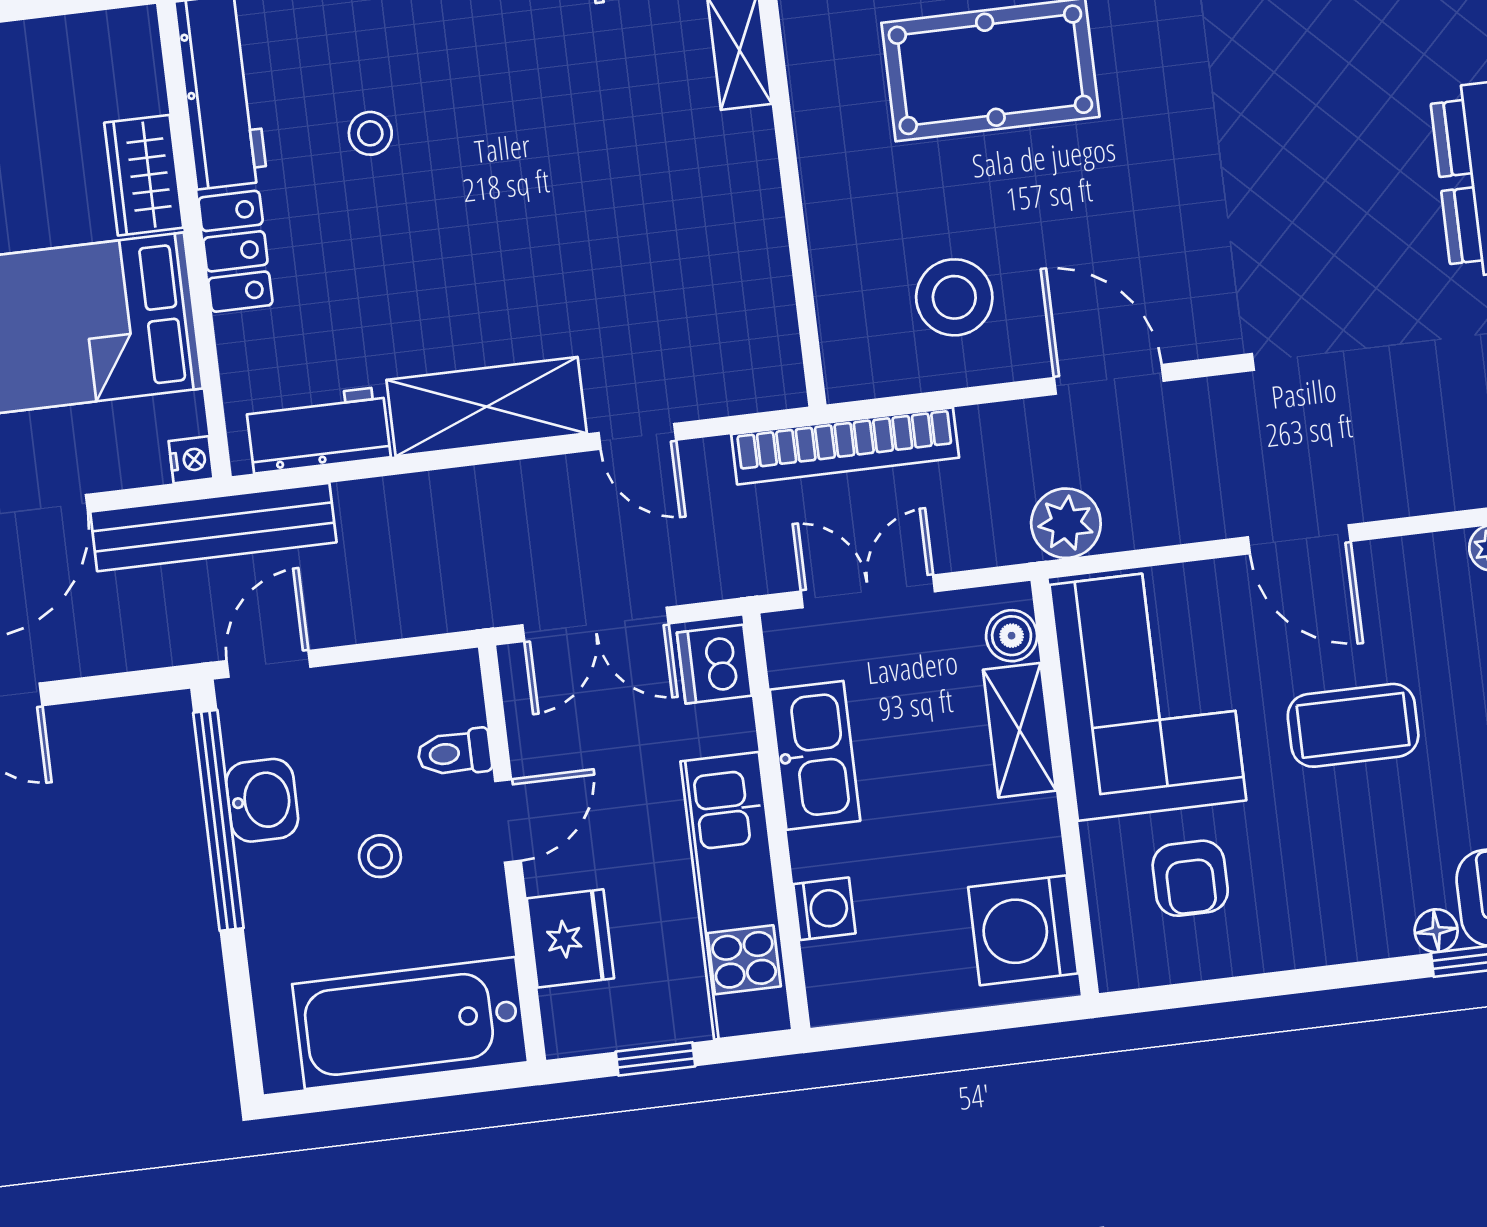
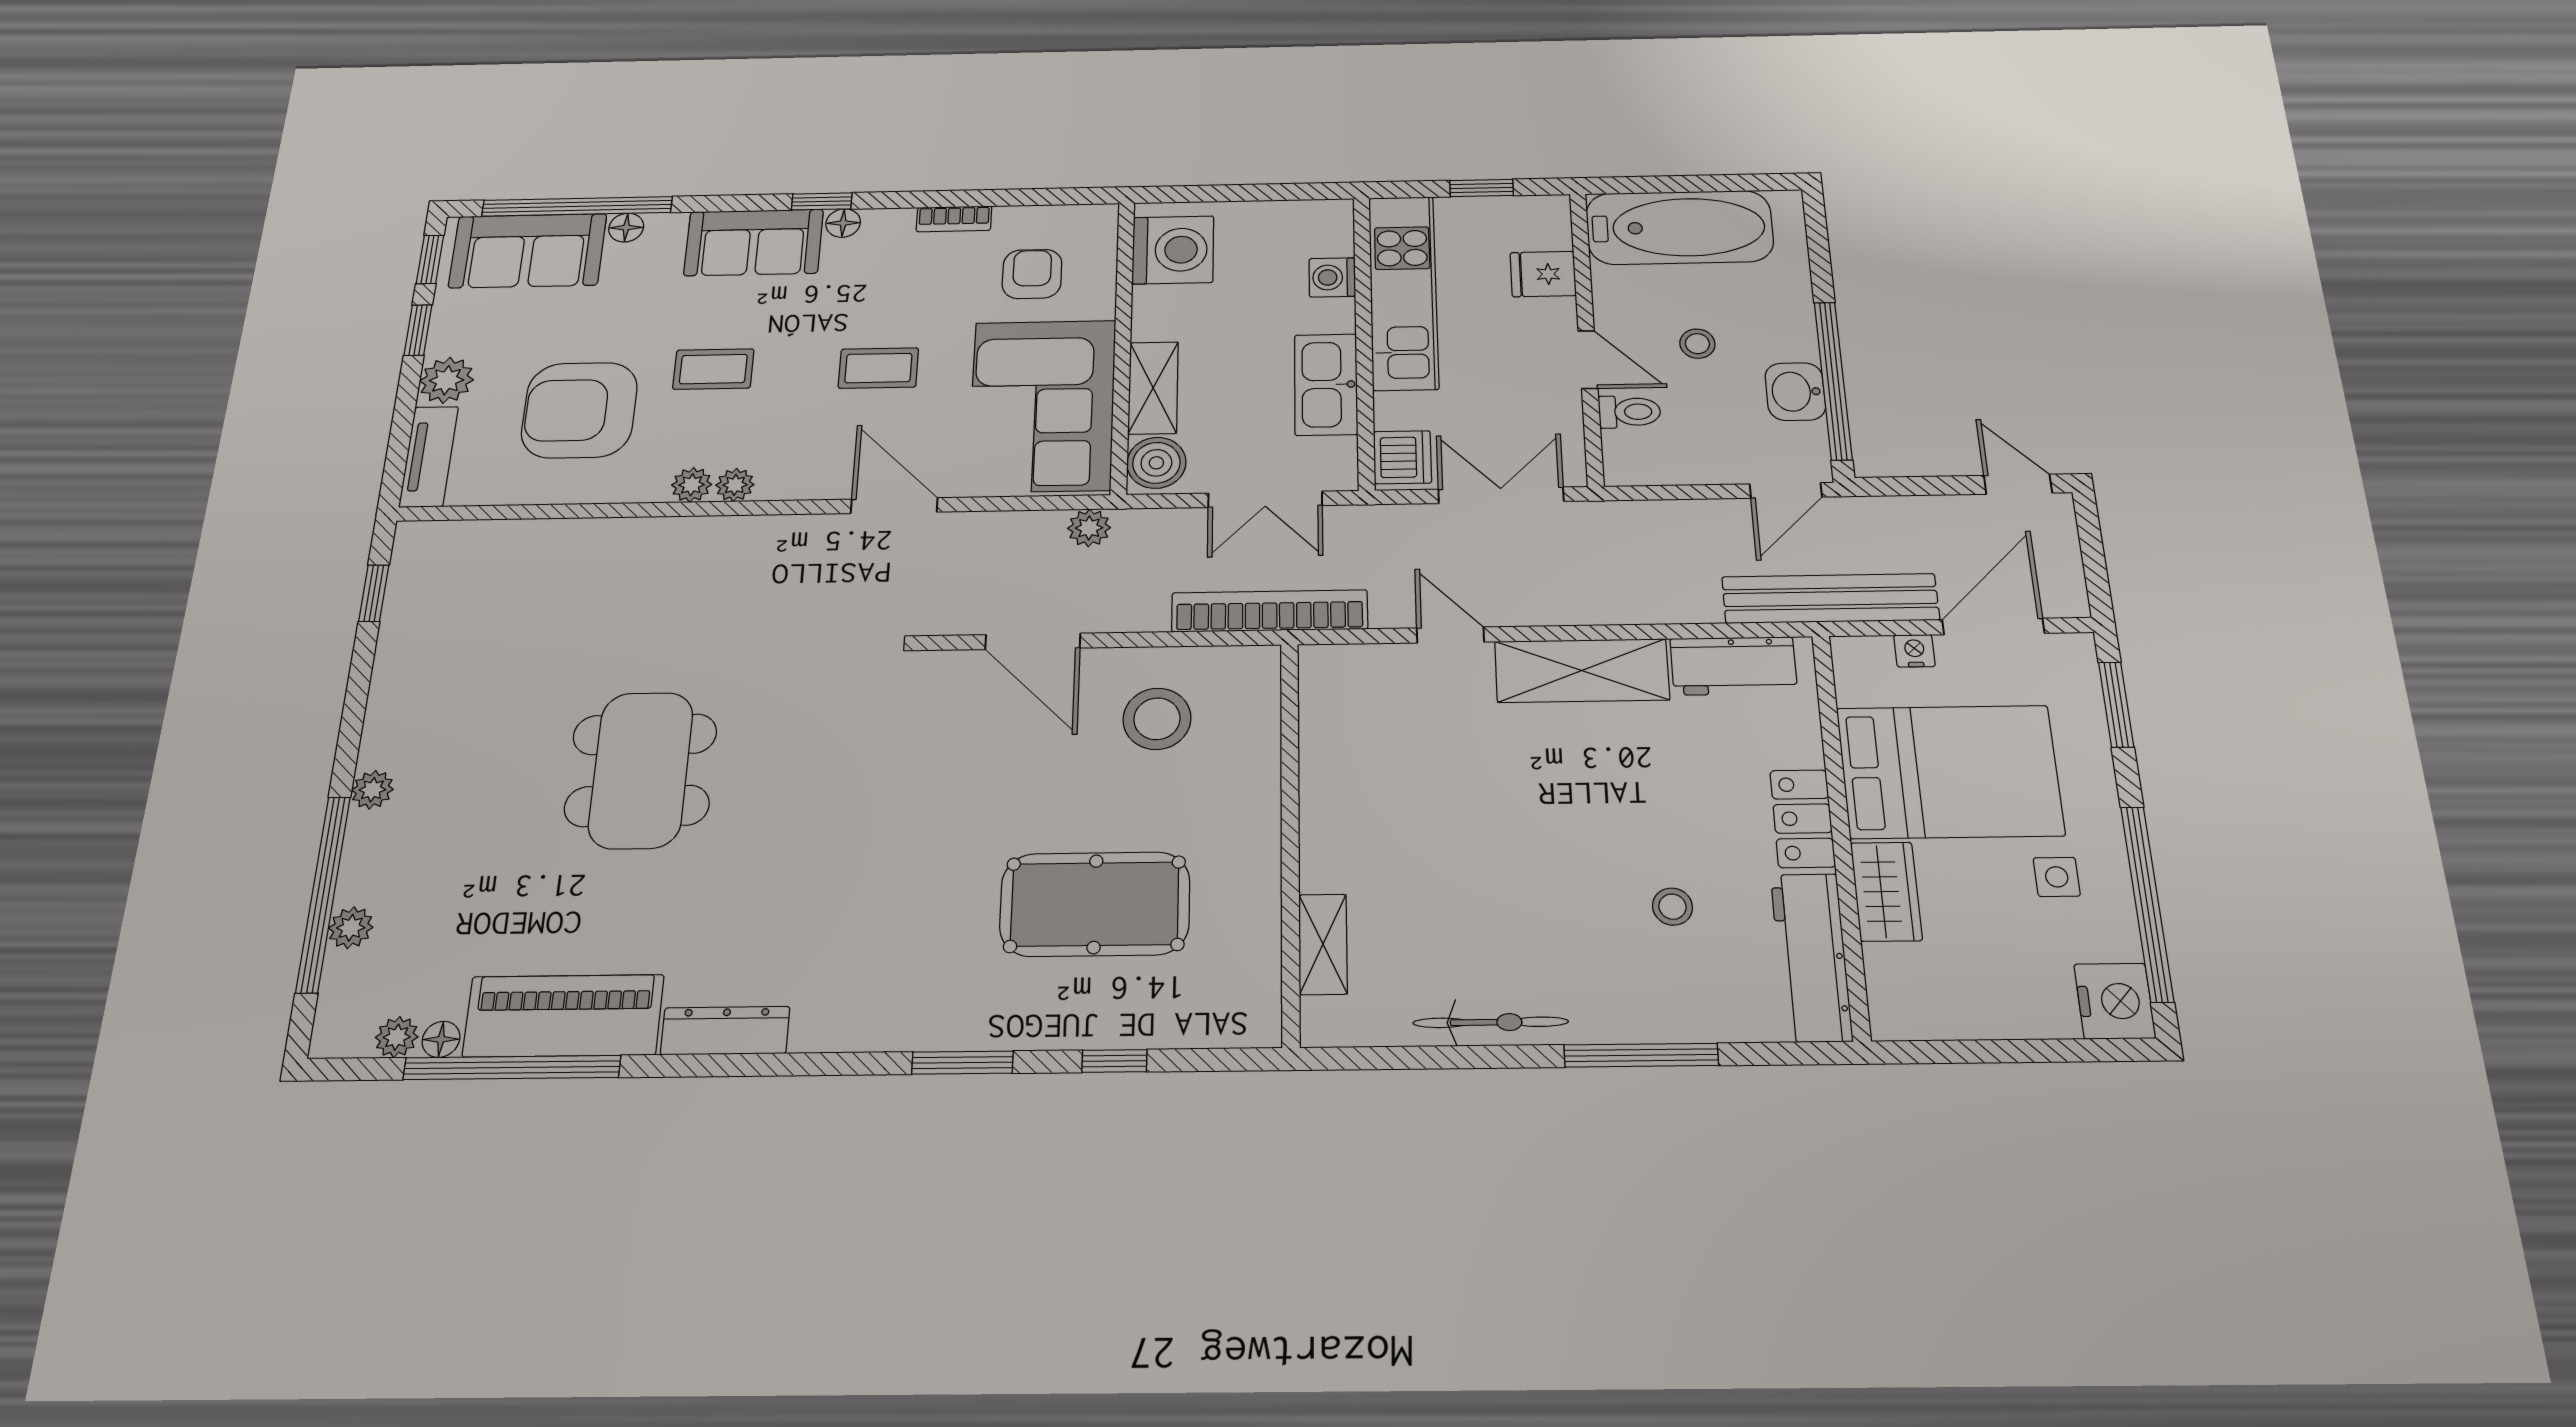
nightstand: (191, 460) -> (1915, 651), moved, turned 90
plant: (1066, 523) -> (1089, 528), width x0.73, depth x0.73
boiler: (1012, 636) -> (1156, 463), width x1.36, depth x1.36
coffee table: (1353, 725) -> (878, 368), width x0.73, depth x0.77
door: (508, 821) -> (1588, 360), swing flipped
fridge: (570, 938) -> (1543, 274), width x0.72
bookcase: (1300, 950) -> (954, 219), added

